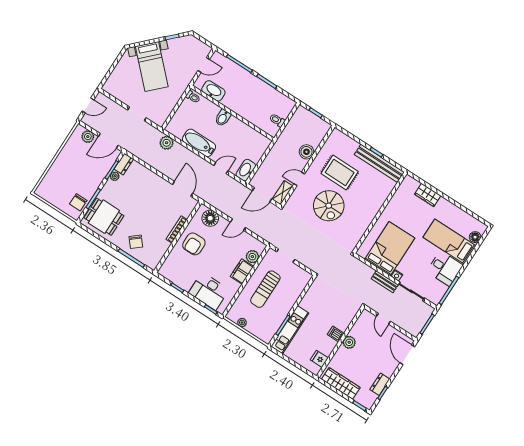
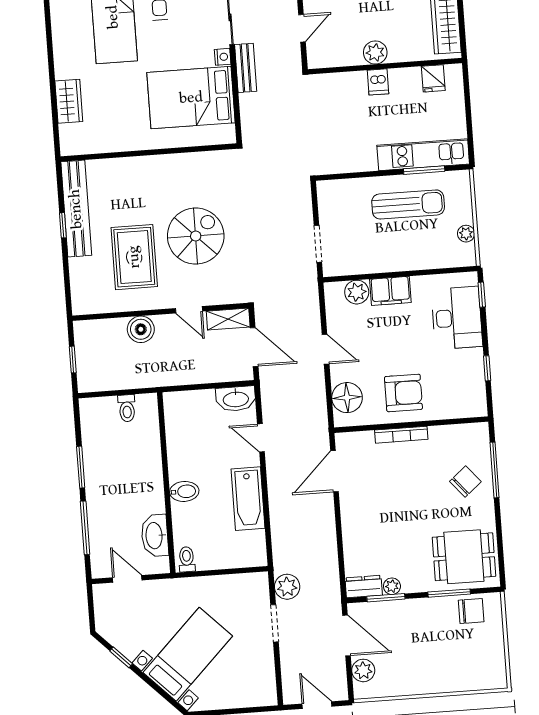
plant: (167, 143) -> (287, 587), moved
dining table: (104, 217) -> (464, 557), turned 90
sun lounger: (265, 289) -> (408, 204), moved

